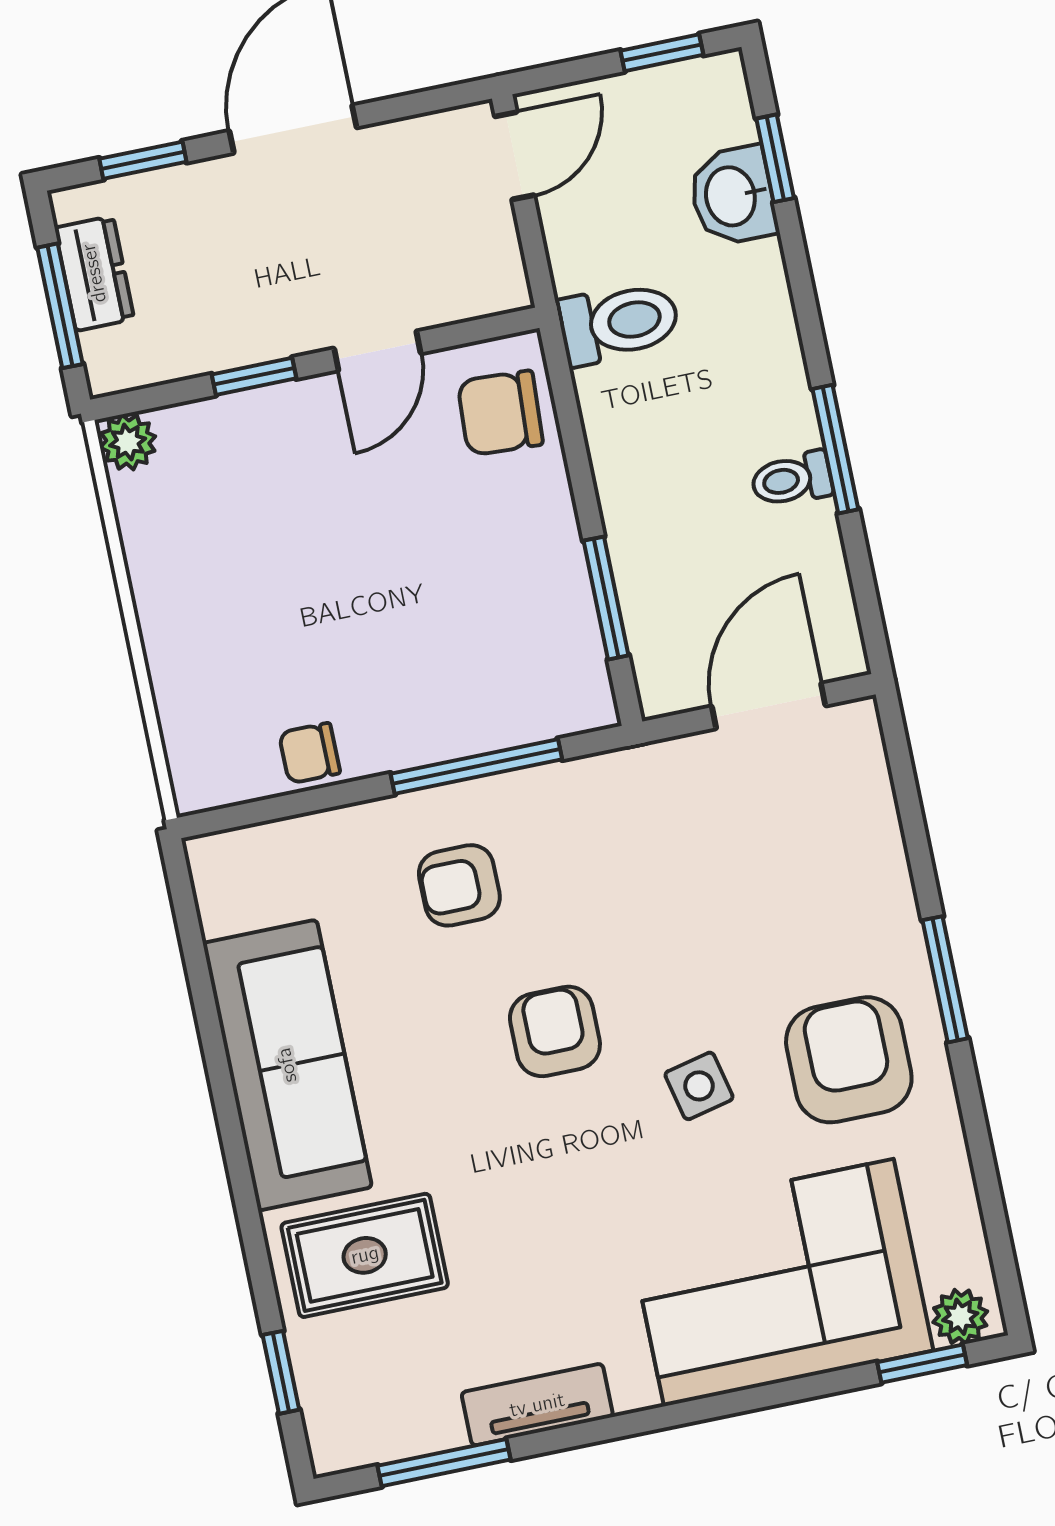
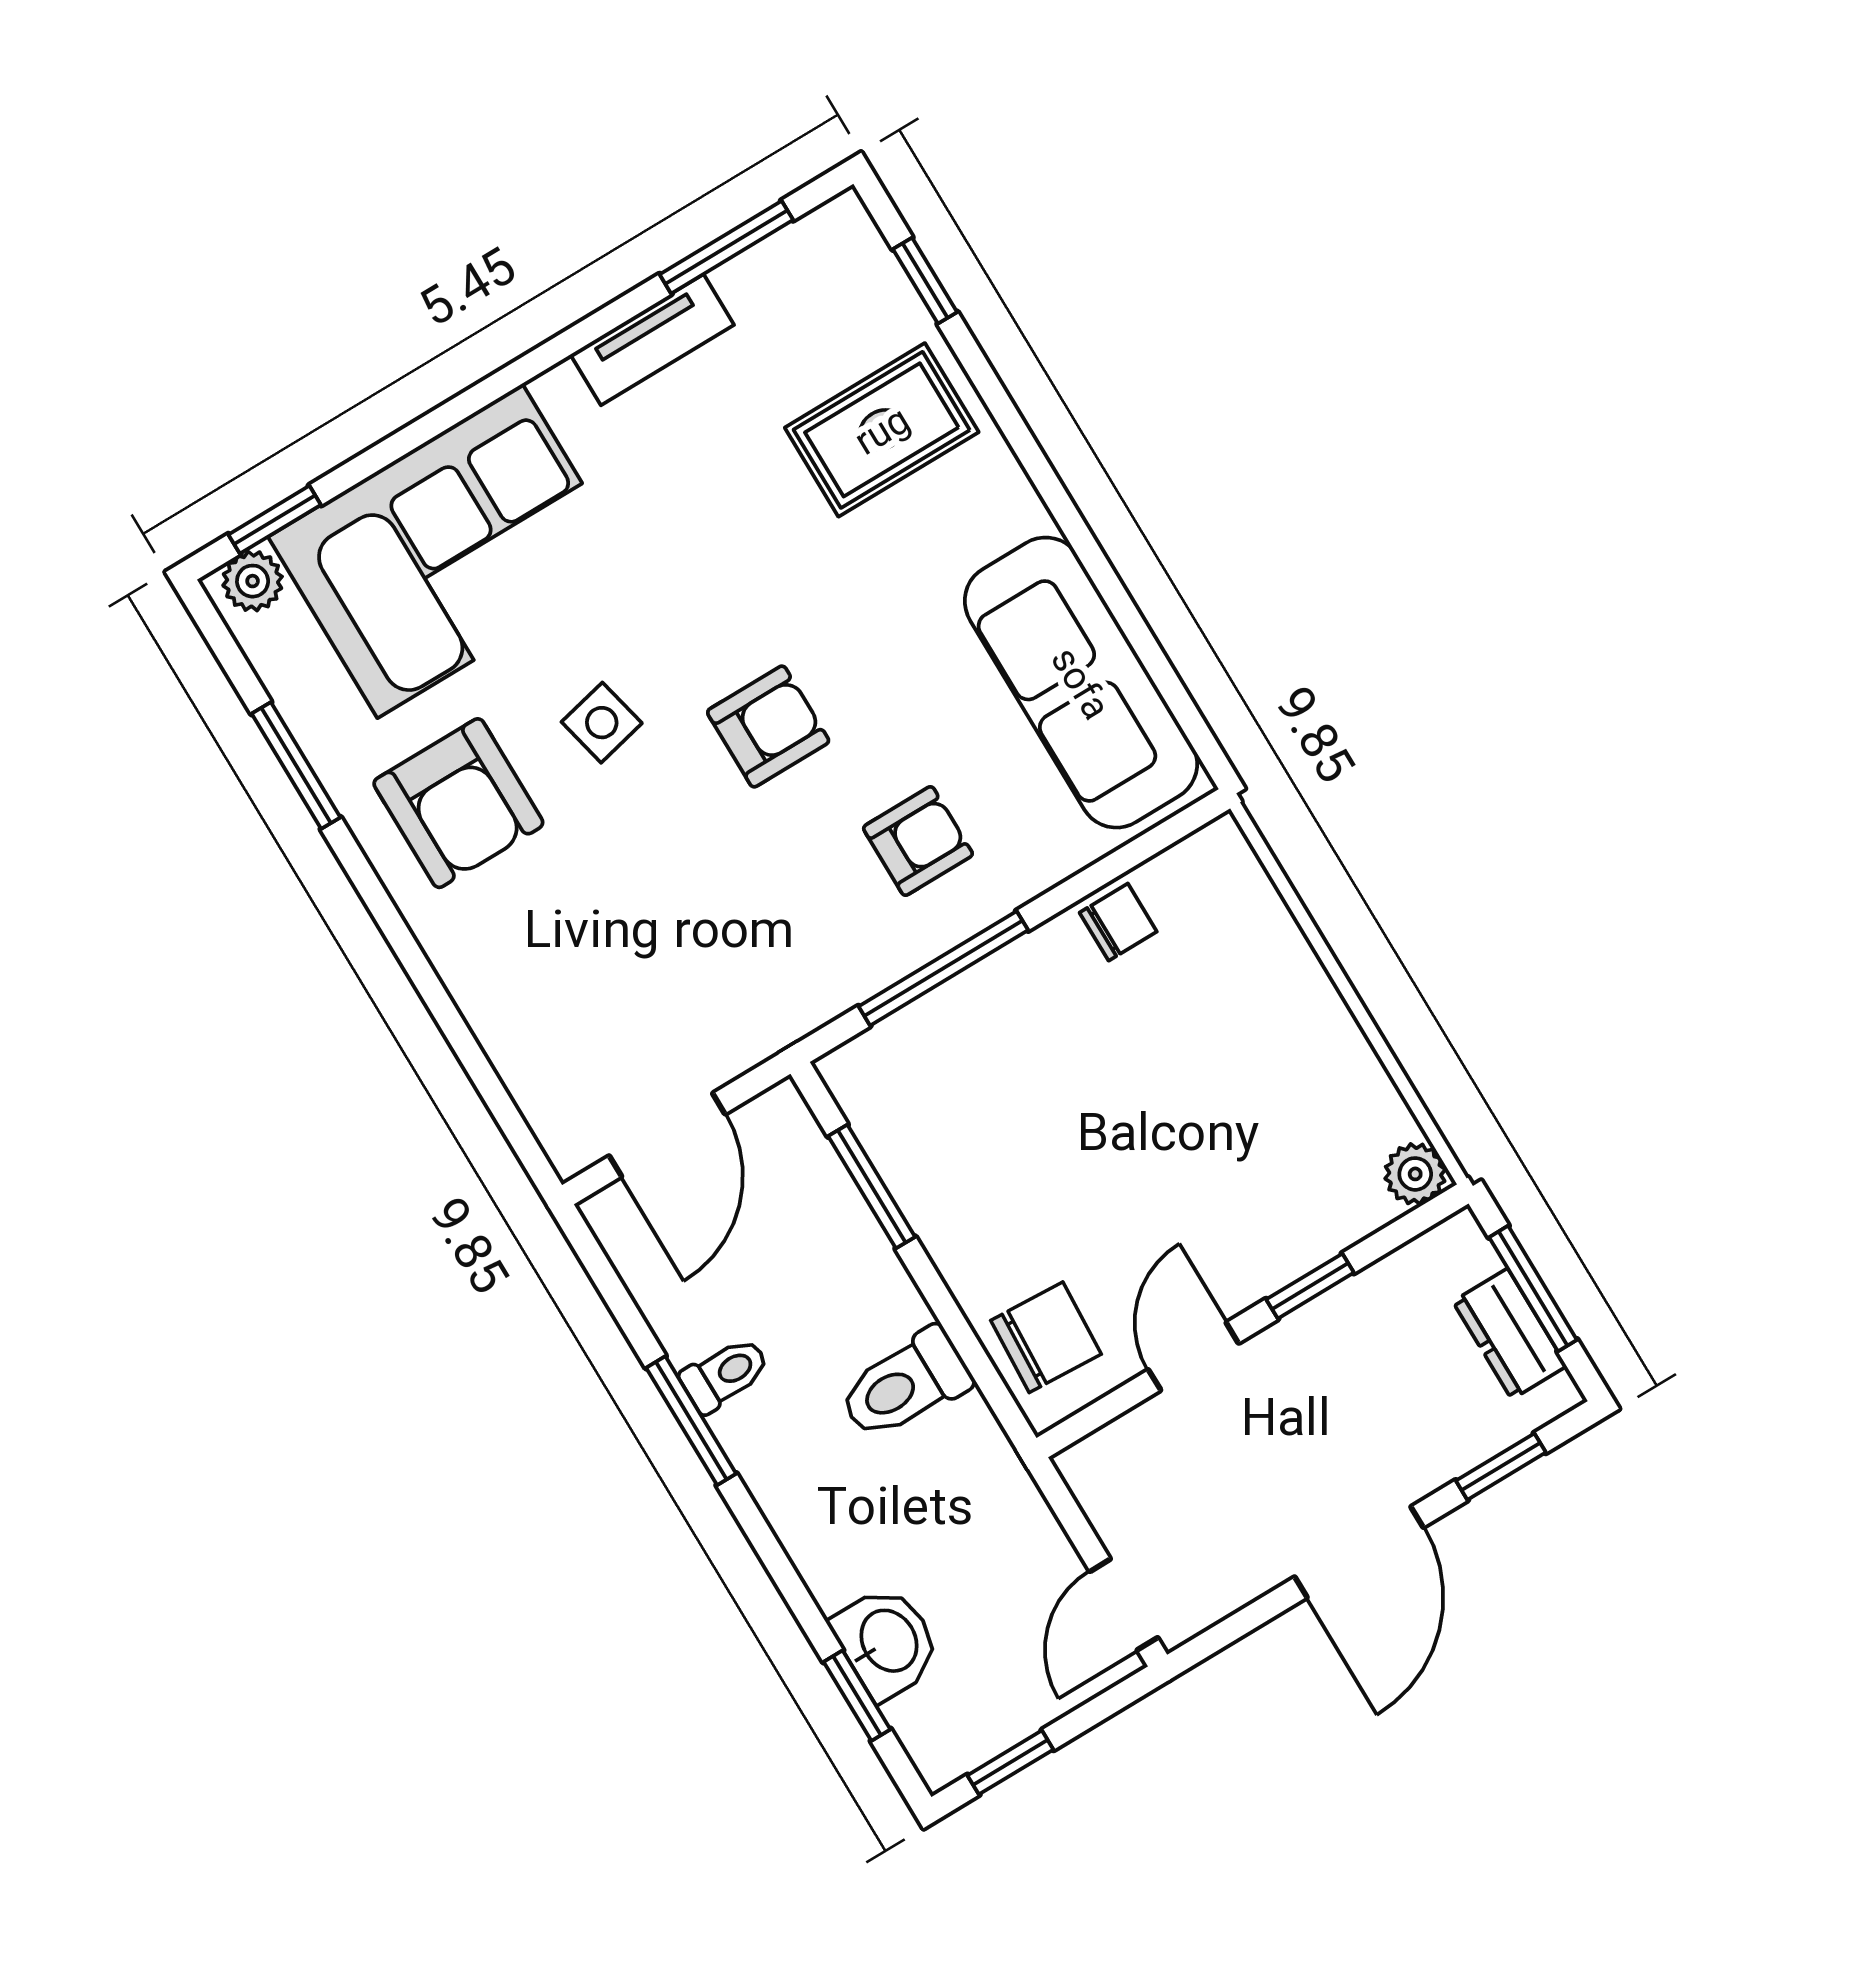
toilet: (619, 323) -> (905, 1385), moved
window: (945, 979) -> (296, 766), moved
armchair: (555, 1031) -> (768, 726), turned -90
sofa: (287, 1065) -> (1081, 683), moved

